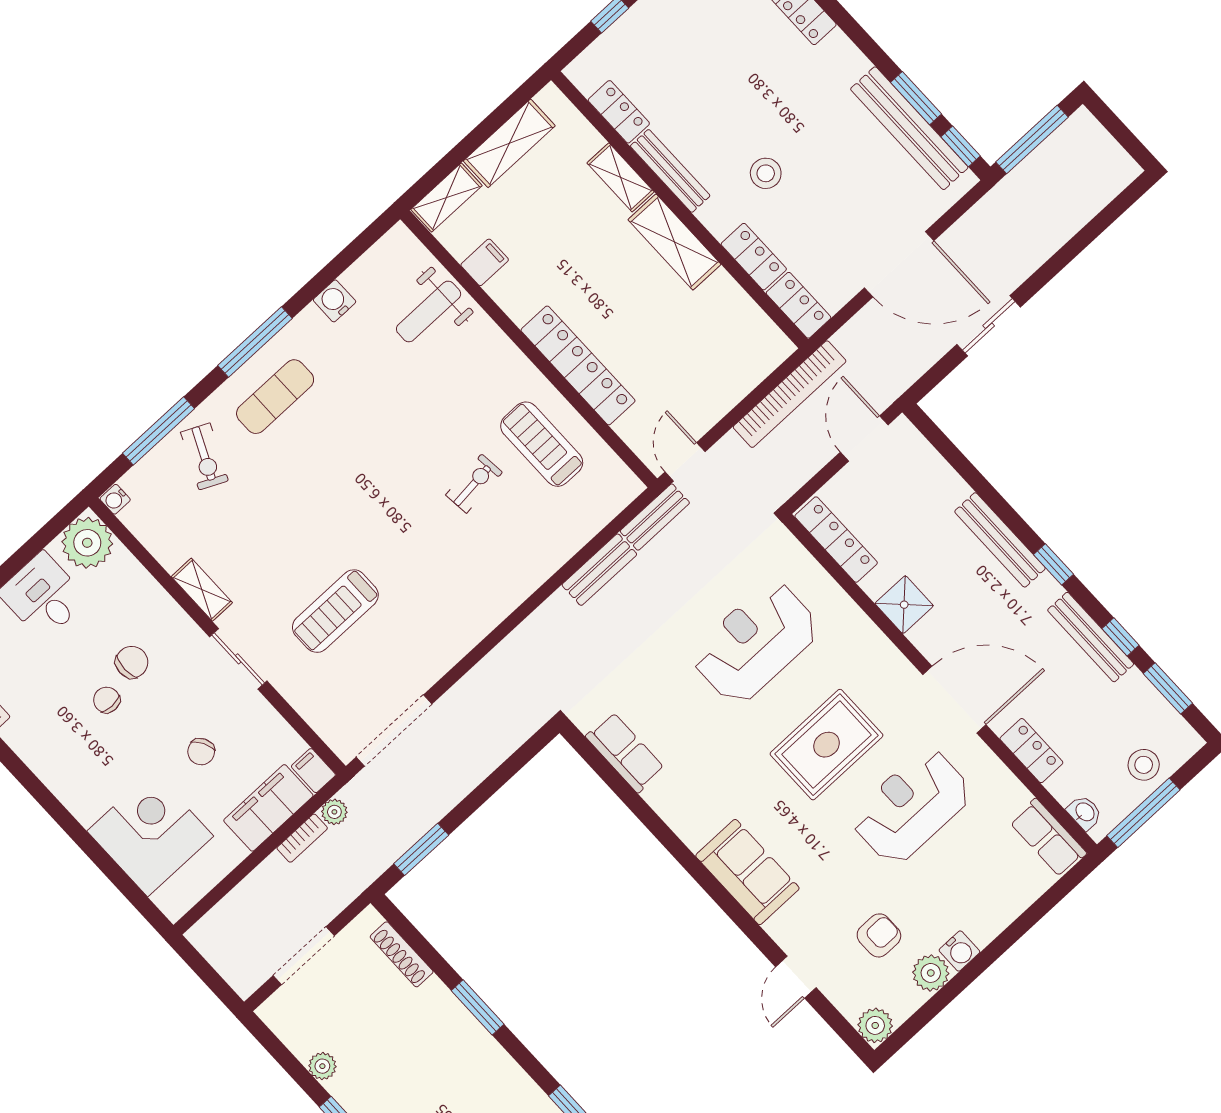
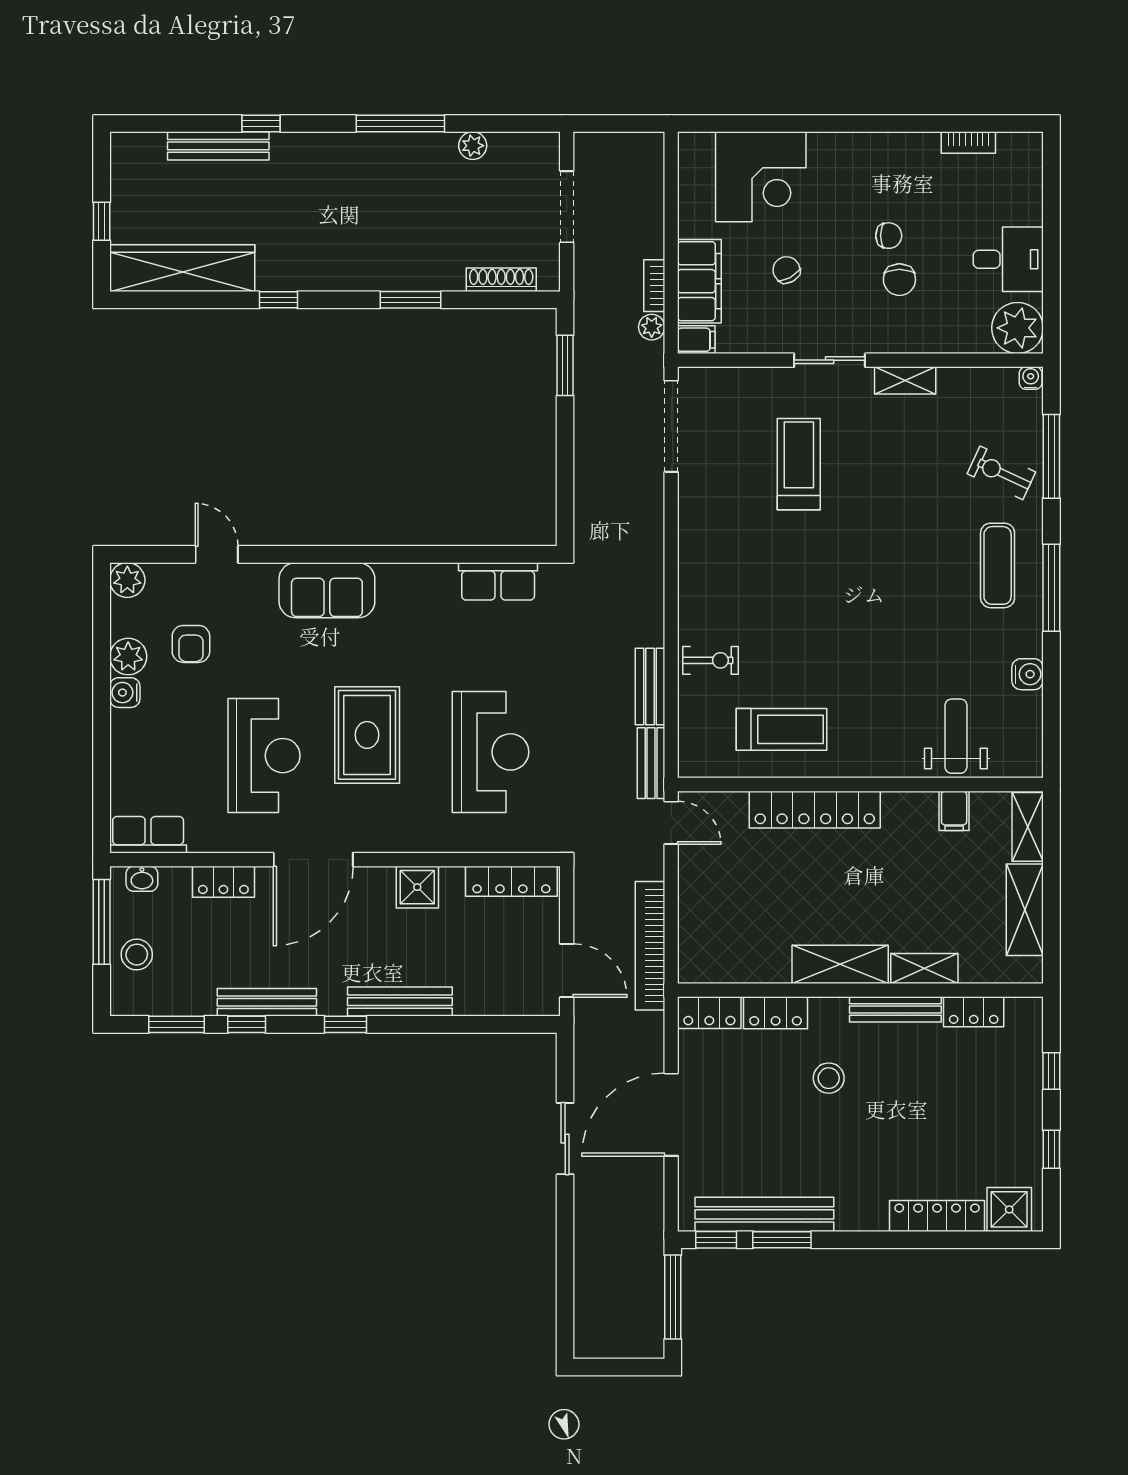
exercise bike: (474, 484) -> (710, 660), moved, turned -84

